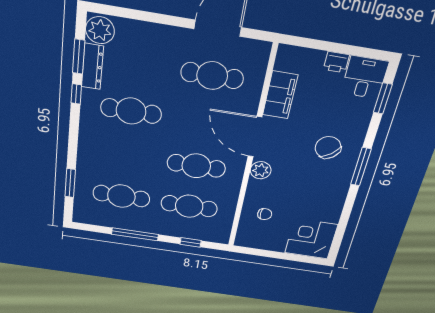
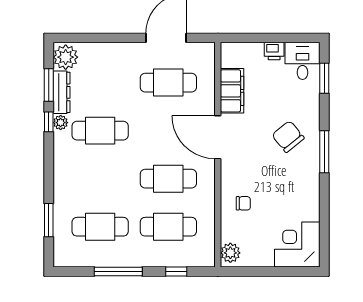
plant: (89, 96) -> (61, 123), added
plant: (261, 170) -> (230, 253), moved
chair: (265, 214) -> (243, 203), moved

